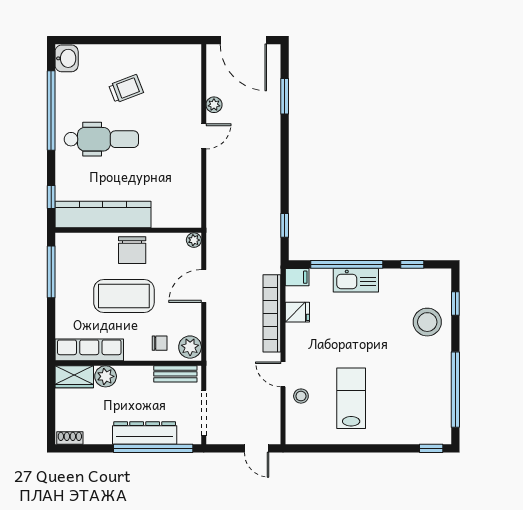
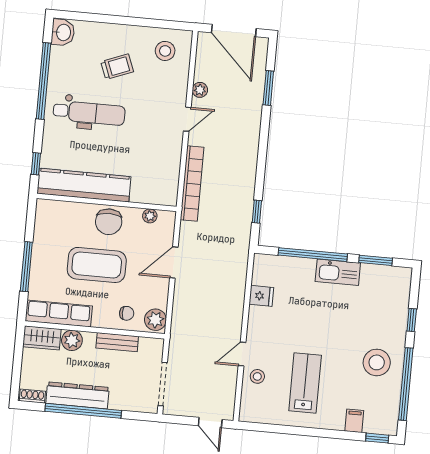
stool: (174, 68) -> (165, 51), added
plant: (194, 240) -> (150, 216), moved
window: (412, 264) -> (376, 260), width x1.50
window: (51, 272) -> (26, 267), moved
filing cabinet: (297, 277) -> (354, 421), moved, turned -90
kitchen sink: (356, 280) -> (338, 272), moved
window: (455, 304) -> (412, 320), moved
bookcase: (272, 313) -> (192, 184), moved, turned 180
stool: (427, 322) -> (377, 362), moved
bench: (175, 374) -> (117, 342), moved
door: (283, 374) -> (242, 354), hinge flipped
dresser: (145, 433) -> (78, 395), moved
window: (153, 448) -> (83, 411), moved

